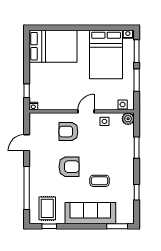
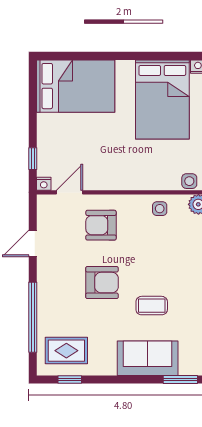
door: (86, 111) -> (69, 192), moved
rug: (47, 208) -> (66, 351), turned 90
sofa: (90, 213) -> (148, 358), width x0.73

